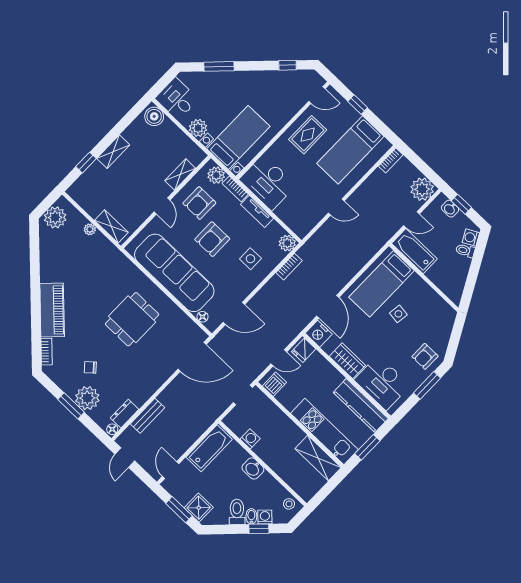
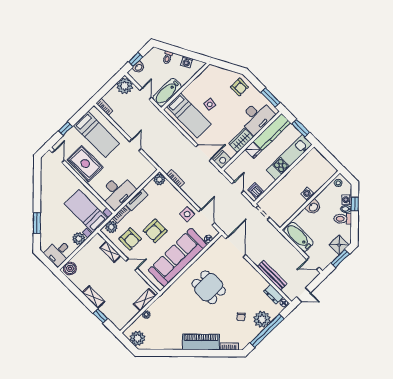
window: (288, 65) -> (37, 176), removed
rug: (308, 135) -> (85, 163), width x1.36, depth x1.43
washing machine: (471, 238) -> (187, 62), moved
armchair: (212, 239) -> (155, 231), turned 90
side table: (250, 259) -> (187, 214), moved
fridge: (304, 350) -> (253, 150), moved
window: (427, 385) -> (270, 97), moved
window: (71, 406) -> (267, 331), width x2.11
bench: (148, 416) -> (272, 275), width x1.36
washing machine: (250, 439) -> (308, 194), moved
shelving: (318, 458) -> (307, 162), removed

